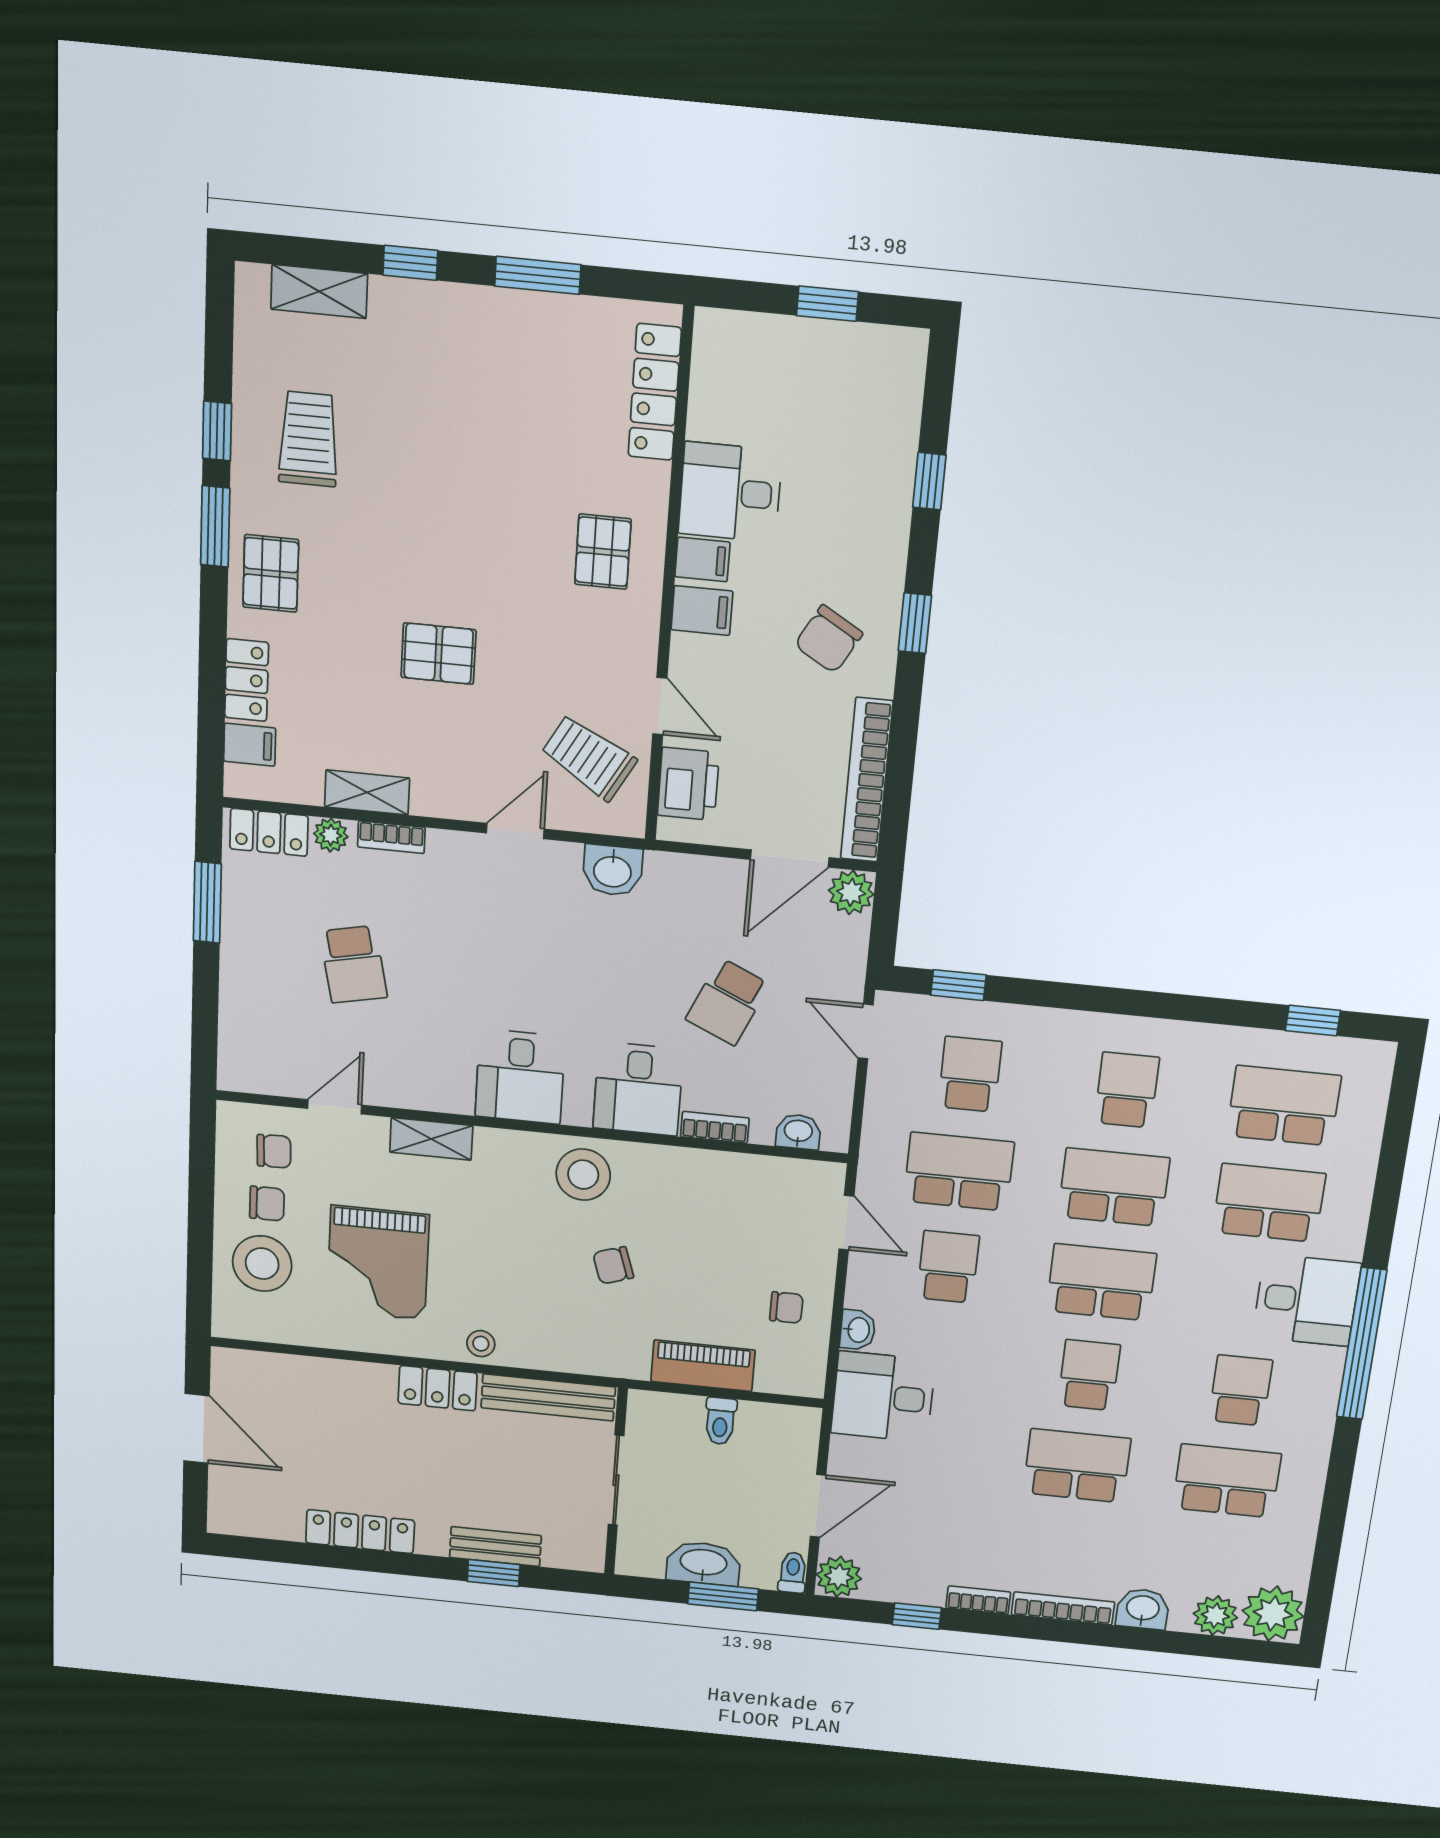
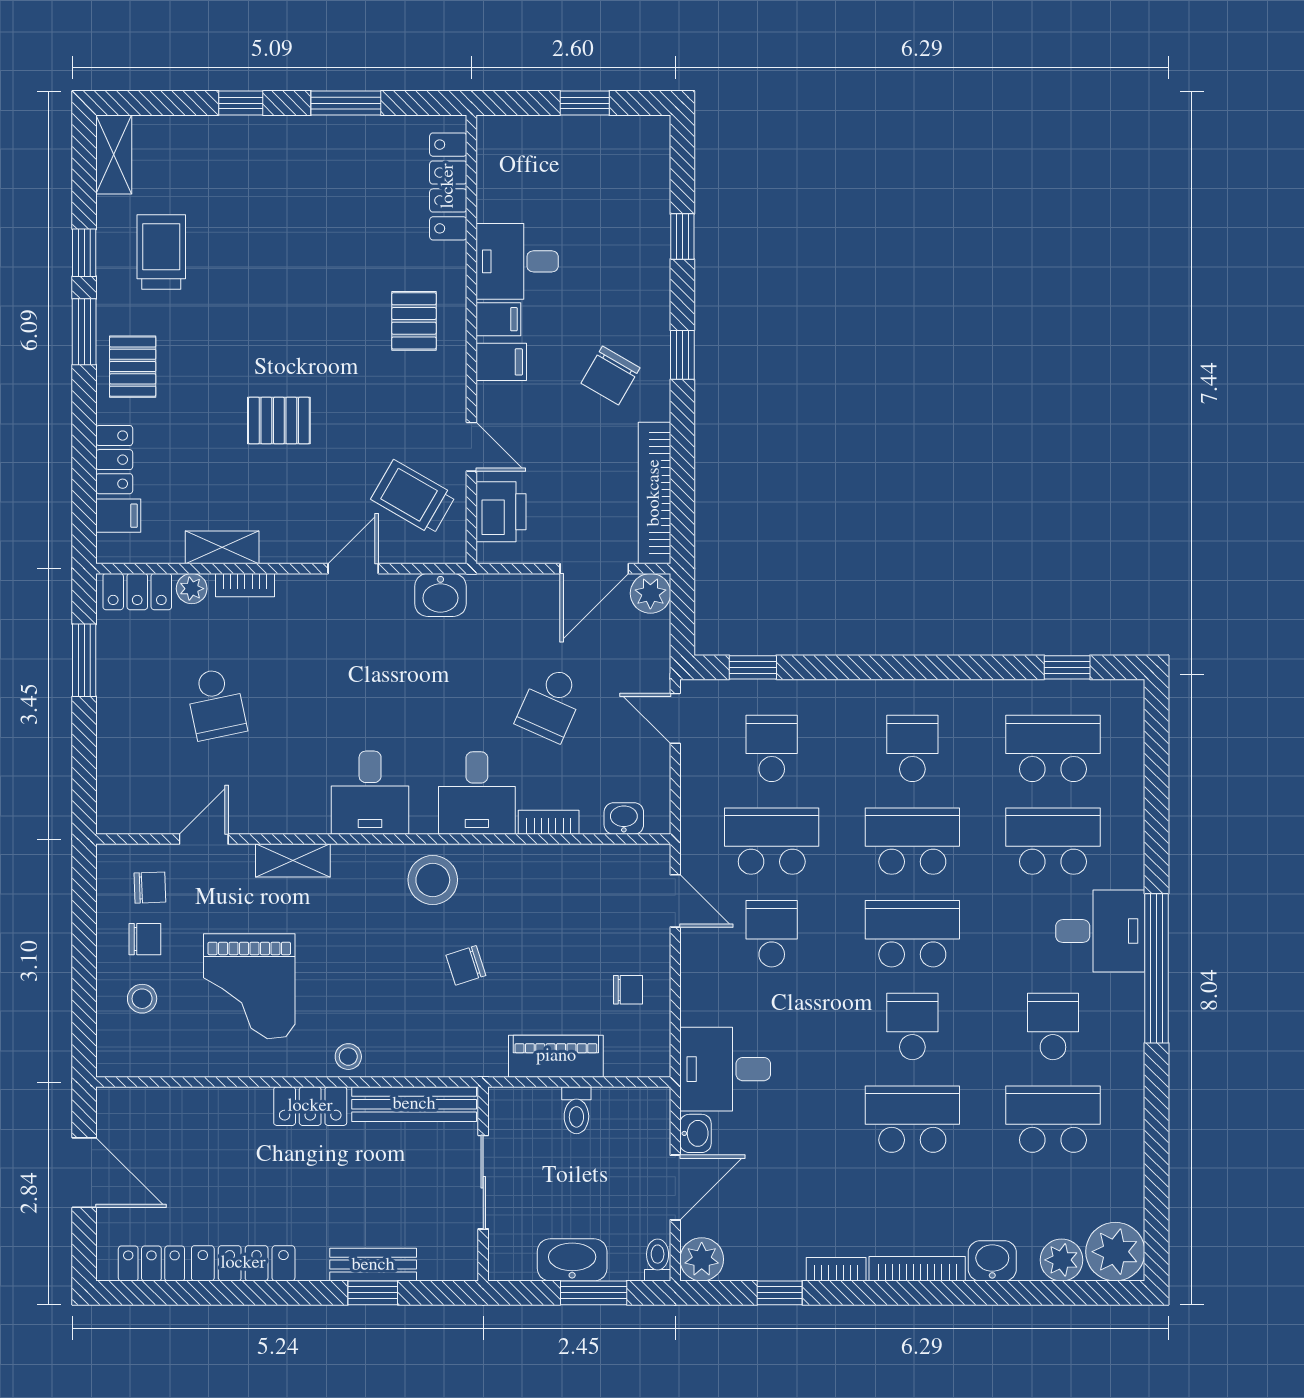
shelving: (319, 291) -> (114, 154), moved, turned 90
stool: (262, 1264) -> (142, 999), width x0.53, depth x0.53
washbasin: (858, 1330) -> (695, 1133), moved
locker: (265, 1522) -> (151, 1264), added

